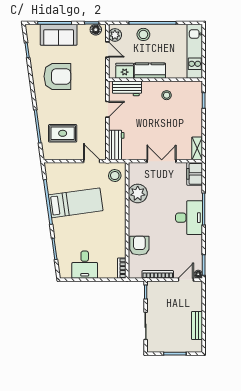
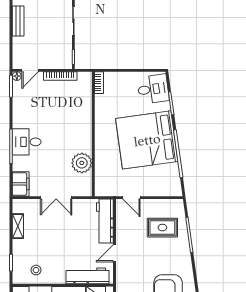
workbench: (127, 88) -> (87, 276), width x1.38
stool: (167, 95) -> (36, 270), moved
workbench: (116, 145) -> (105, 221), width x1.38
shelving: (197, 148) -> (18, 226), moved
stool: (115, 176) -> (106, 182), removed
bed: (76, 203) -> (147, 140), width x2.04
desk: (189, 218) -> (27, 142), width x0.73
armchair: (139, 246) -> (80, 107), removed
desk: (85, 265) -> (153, 89), moved, turned 82

